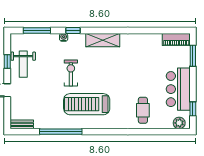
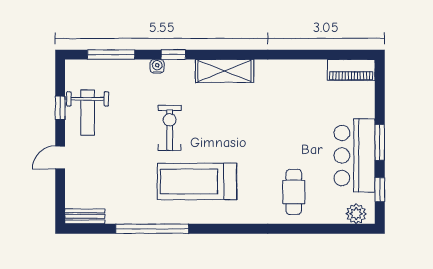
window: (193, 56) -> (380, 142), moved

